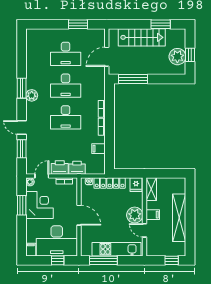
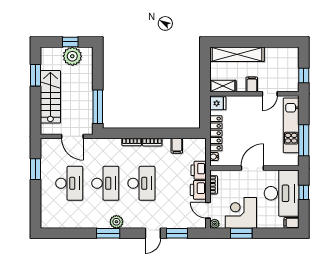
plant: (135, 215) -> (252, 105), removed
shelving: (179, 218) -> (237, 54), moved
window: (172, 260) -> (304, 75), moved

